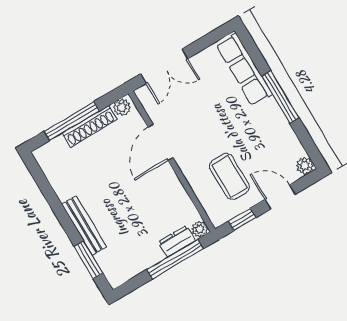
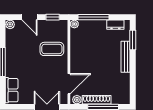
row of seats: (244, 70) -> (12, 90), width x0.68
door: (161, 142) -> (69, 84), moved
coffee table: (229, 176) -> (52, 49), moved, turned 90
dresser: (177, 241) -> (115, 25), moved

